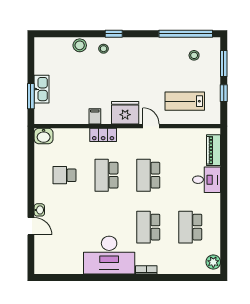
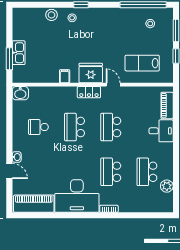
locker: (103, 135) -> (89, 92), moved
plant: (213, 262) -> (167, 186), moved
piano: (59, 264) -> (34, 204), added

